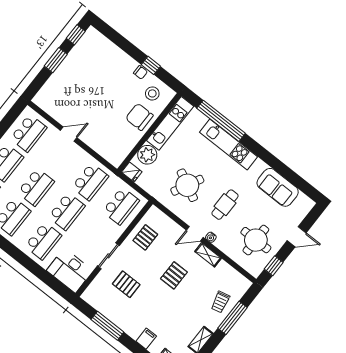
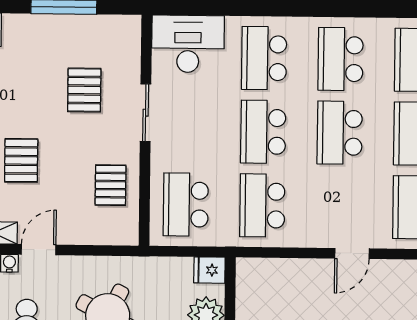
pallet: (126, 284) -> (84, 90), turned 90

